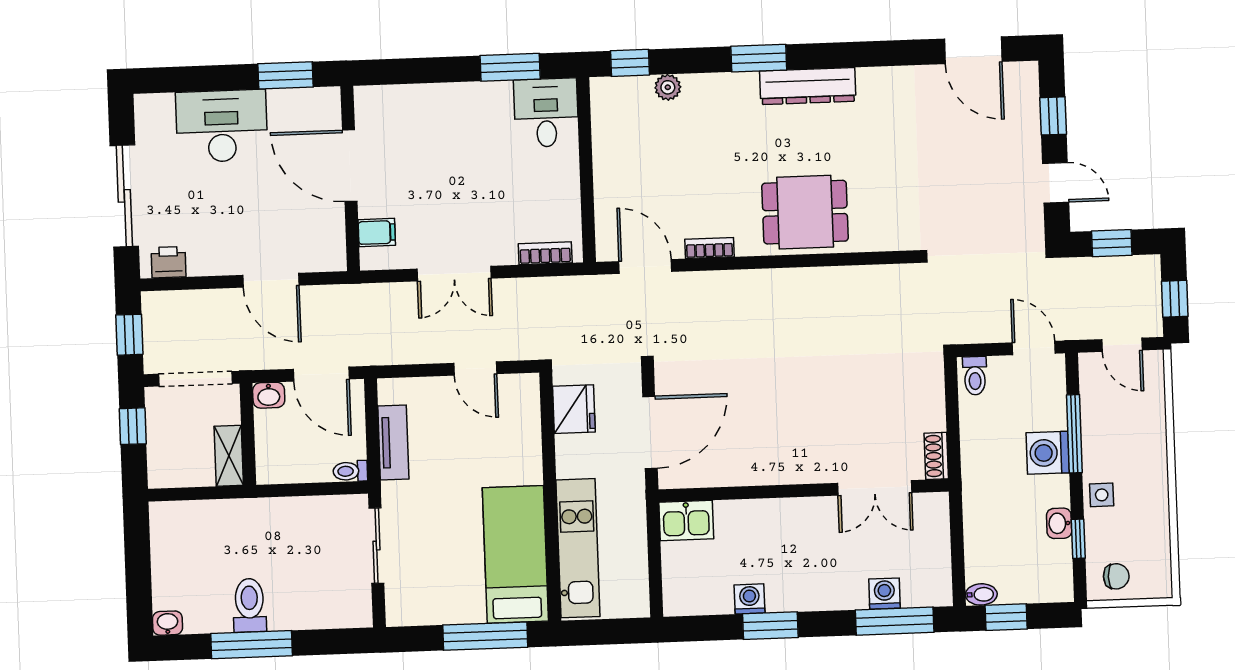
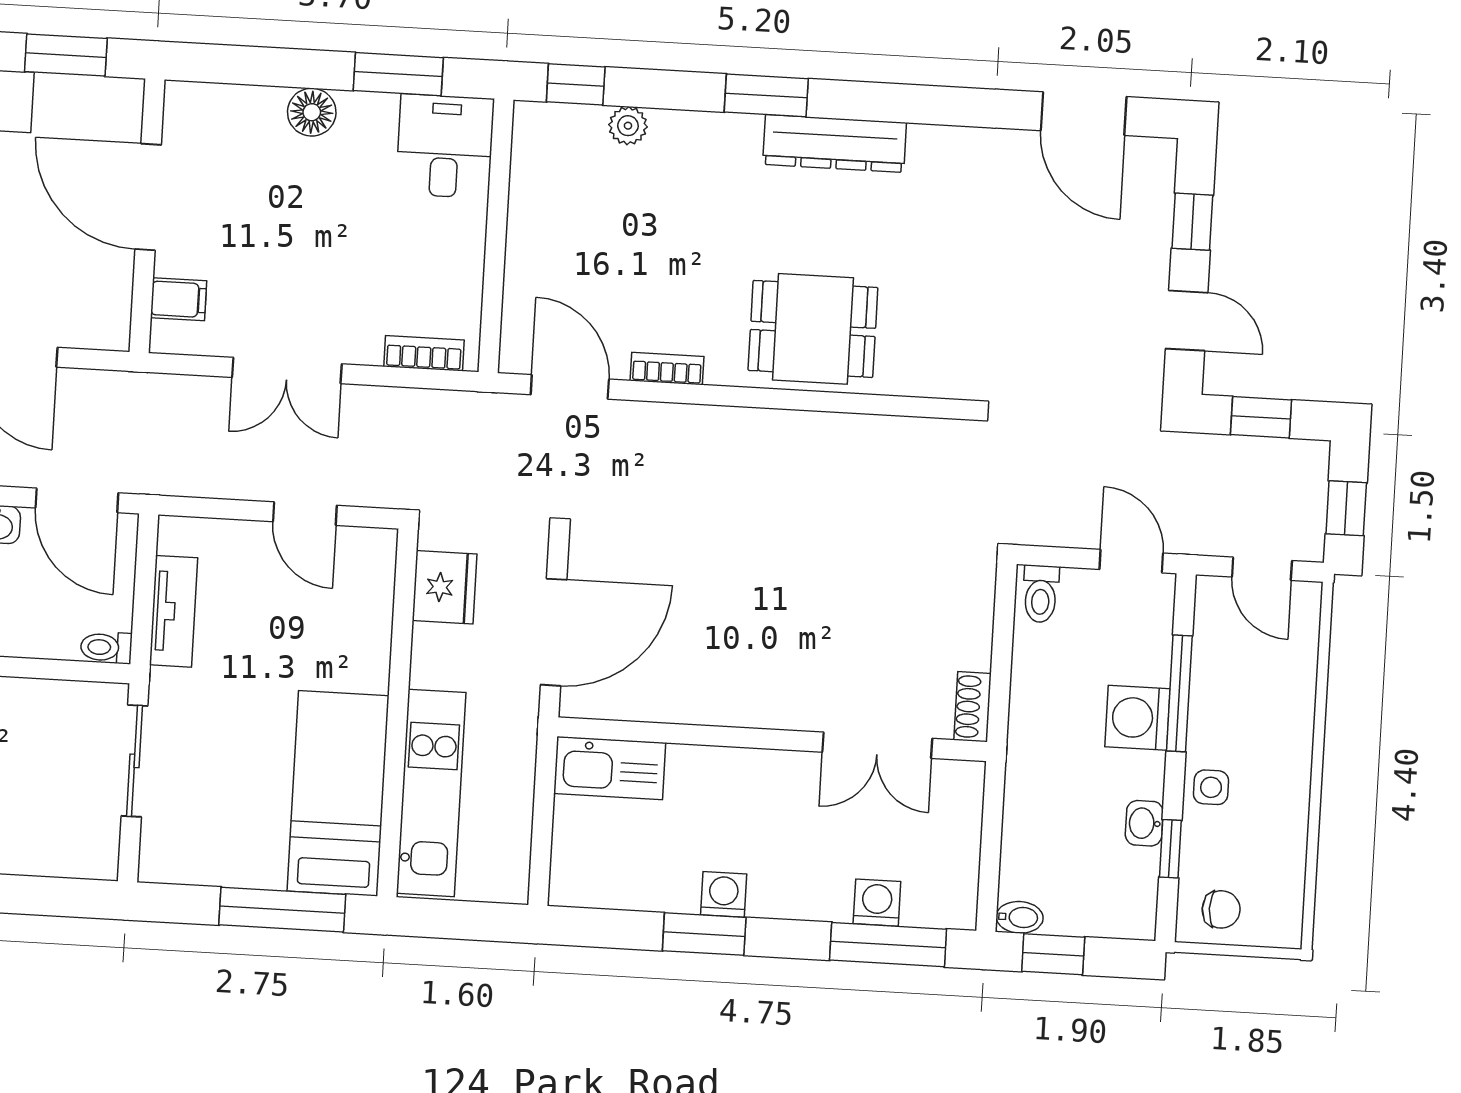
floor lamp: (454, 98) -> (312, 112), added
kitchen sink: (686, 521) -> (610, 768), width x1.38
washing machine: (750, 599) -> (724, 894), moved

